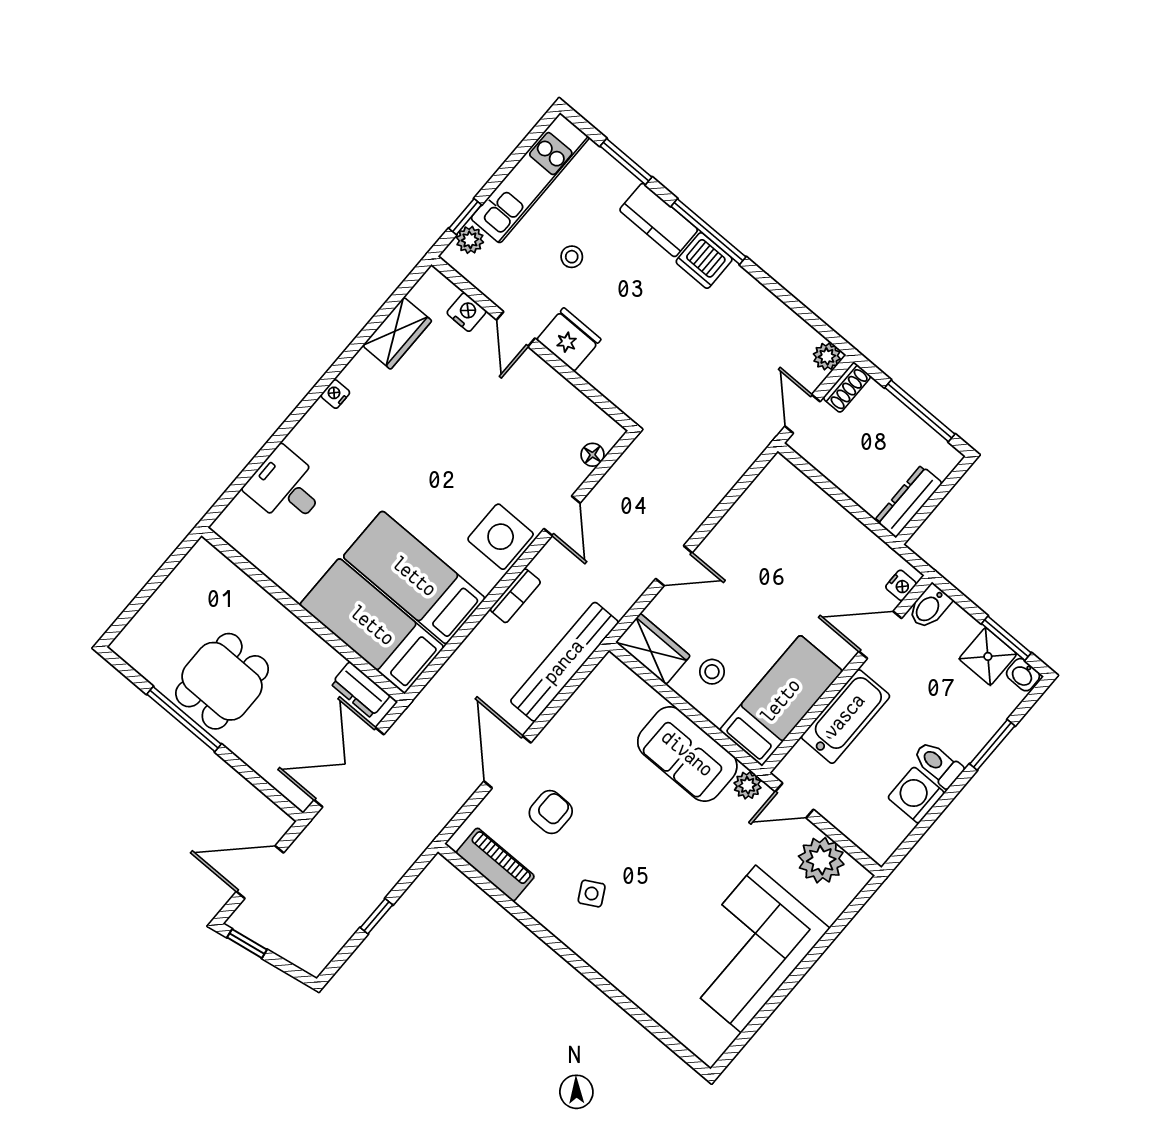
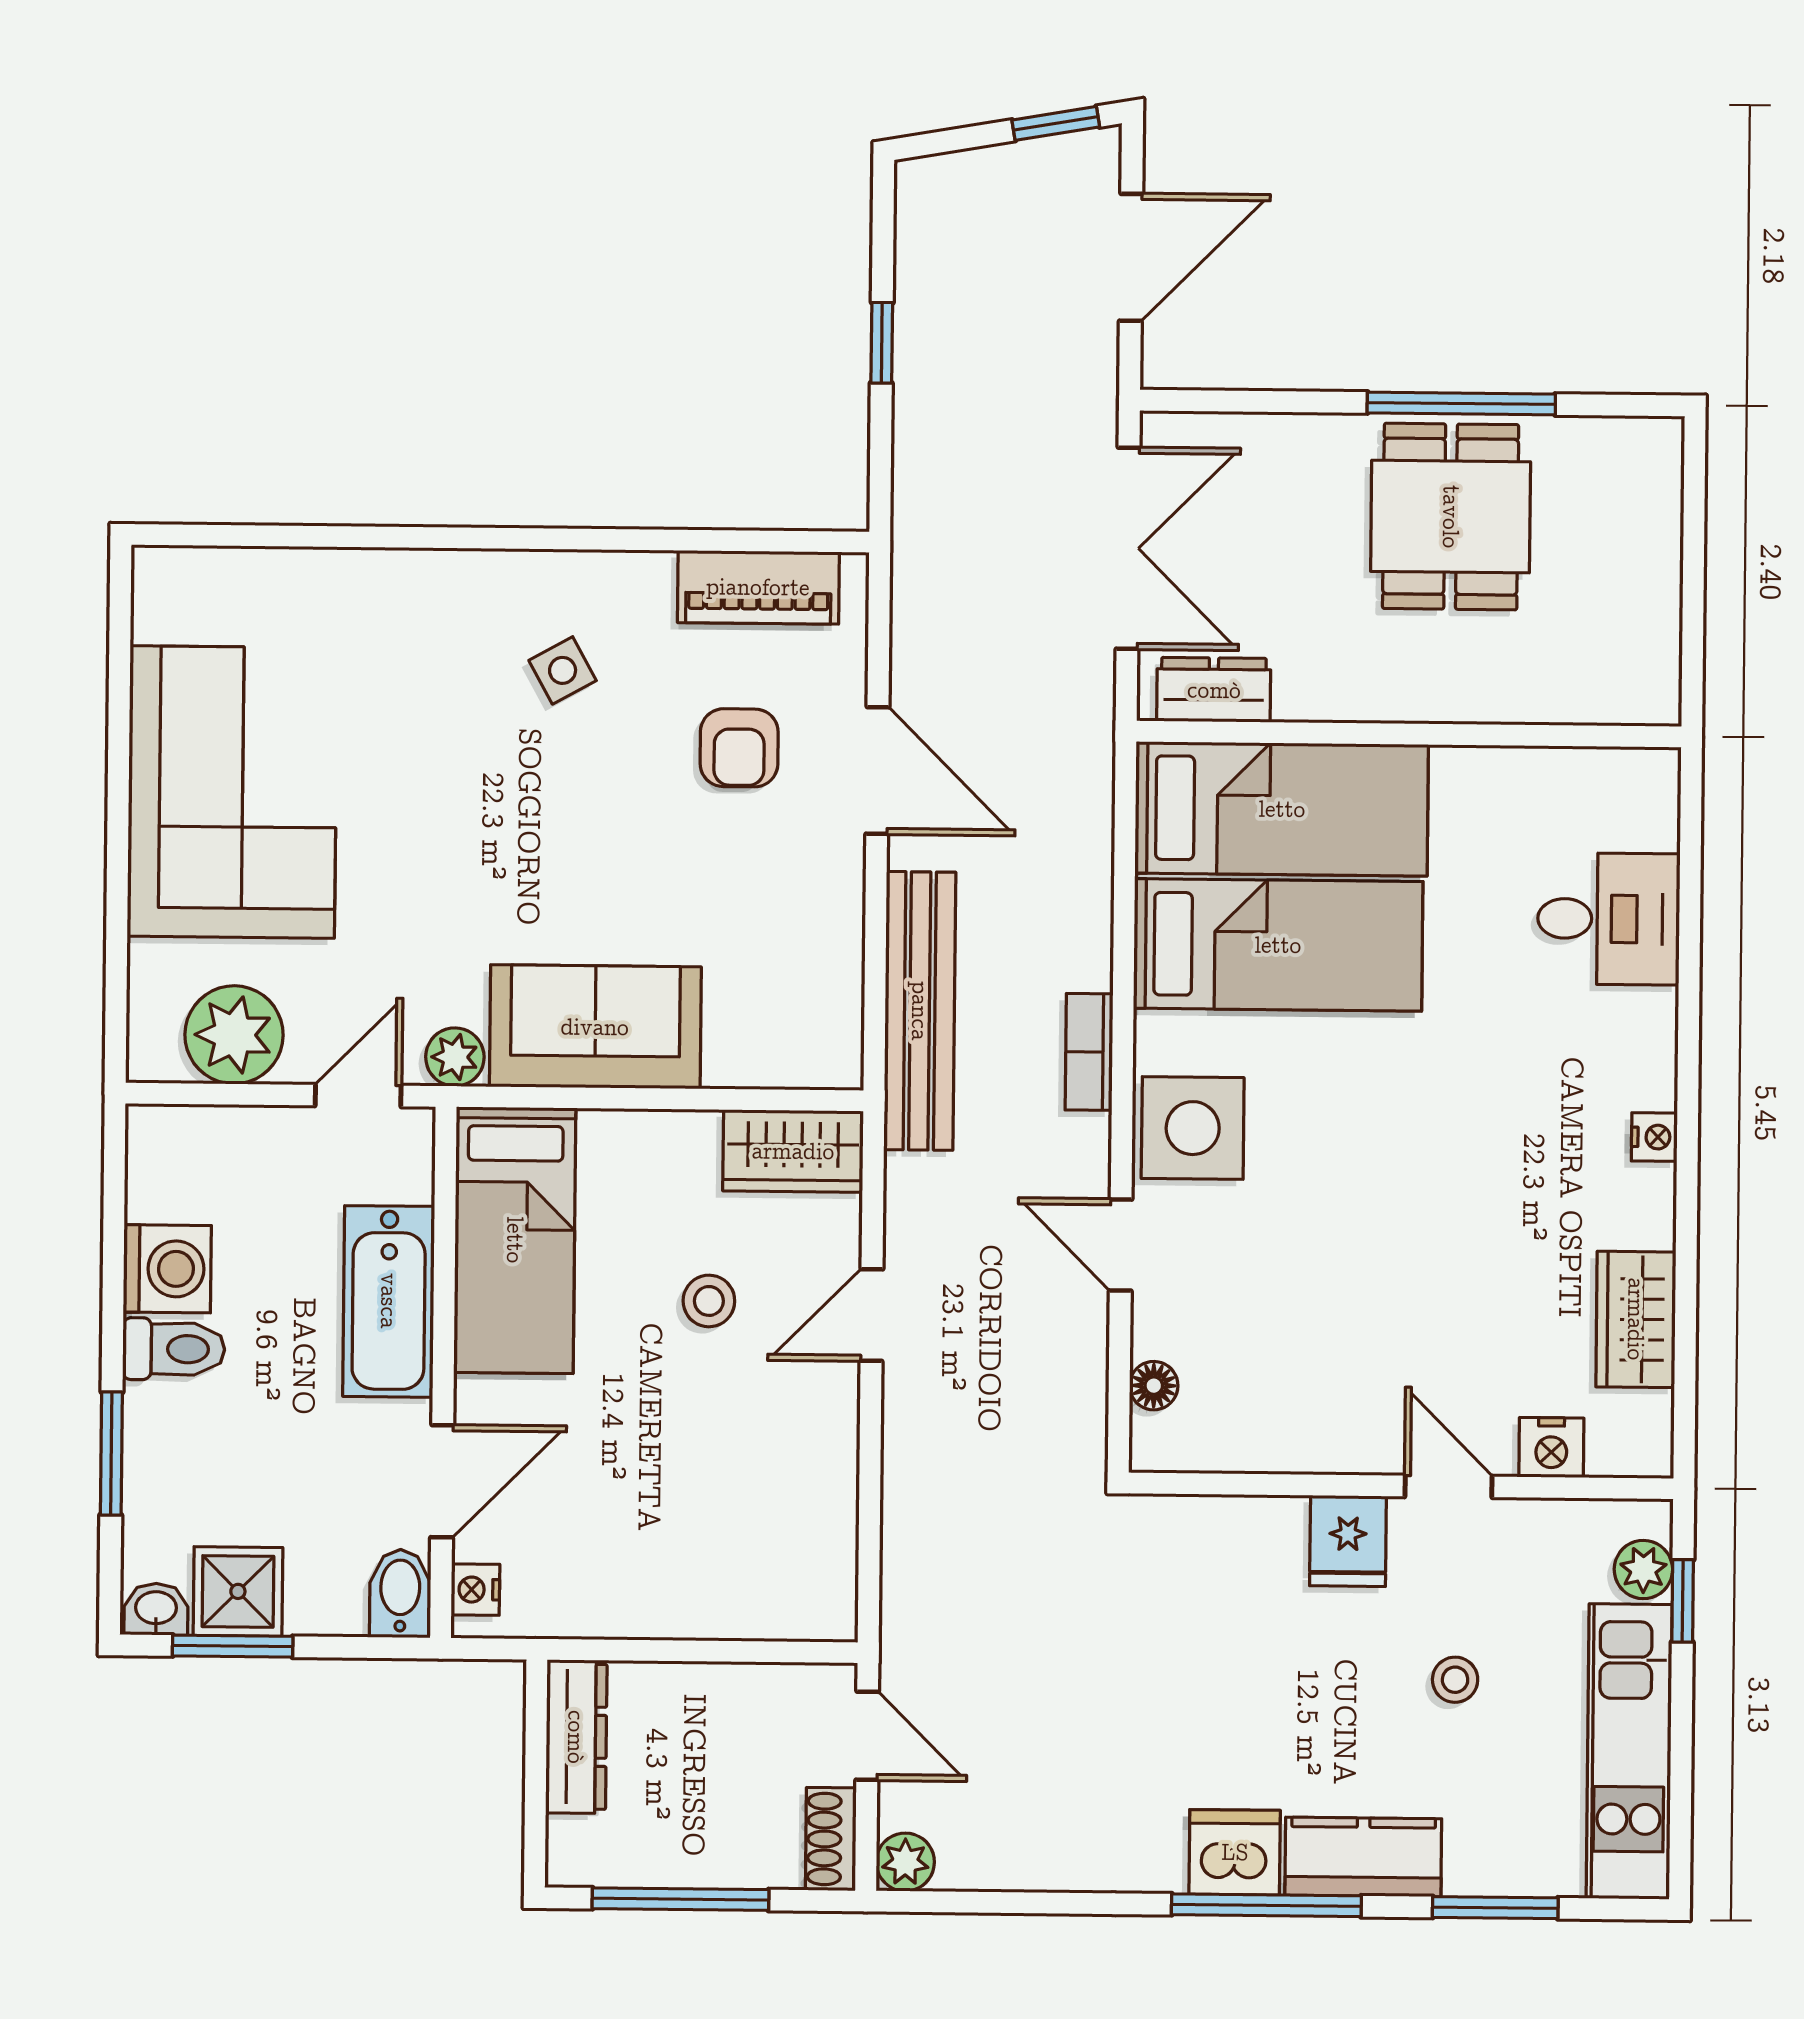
fridge: (569, 340) -> (1348, 1541), width x0.72
stool: (712, 672) -> (709, 1301), moved

